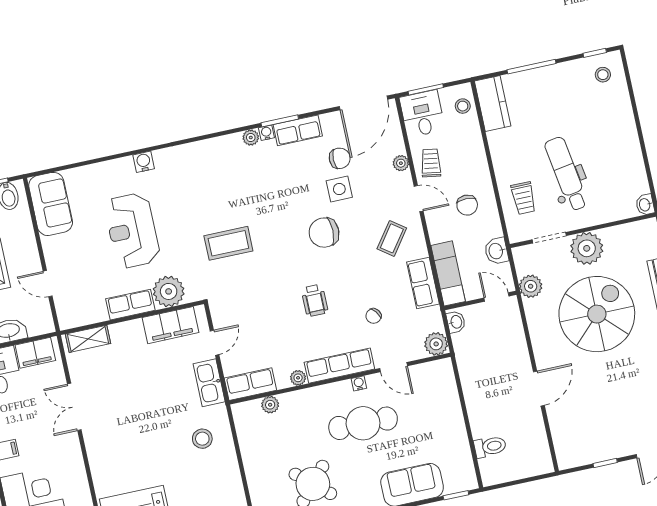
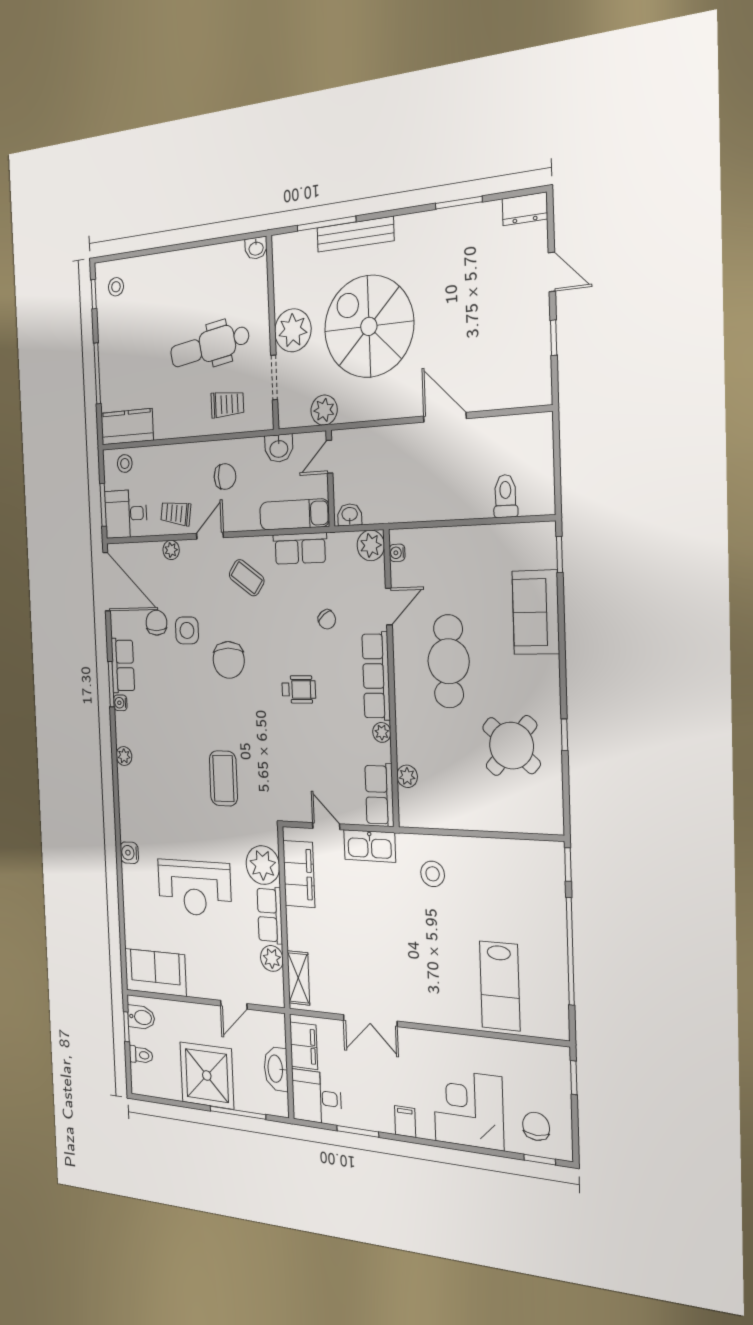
plant: (251, 138) -> (124, 756), moved
plant: (96, 312) -> (272, 958), added
water cooler: (359, 383) -> (397, 553), moved

